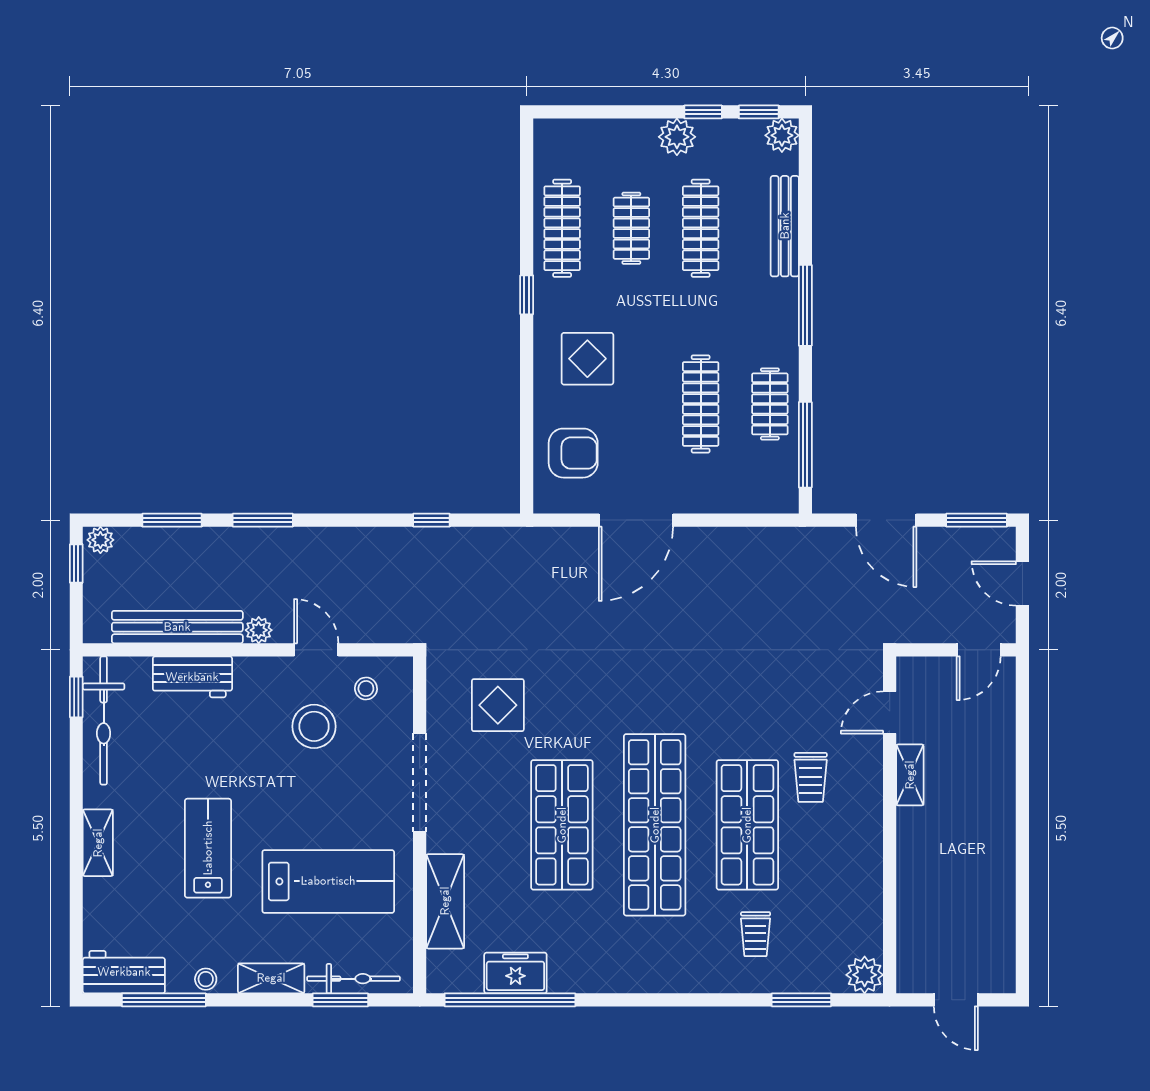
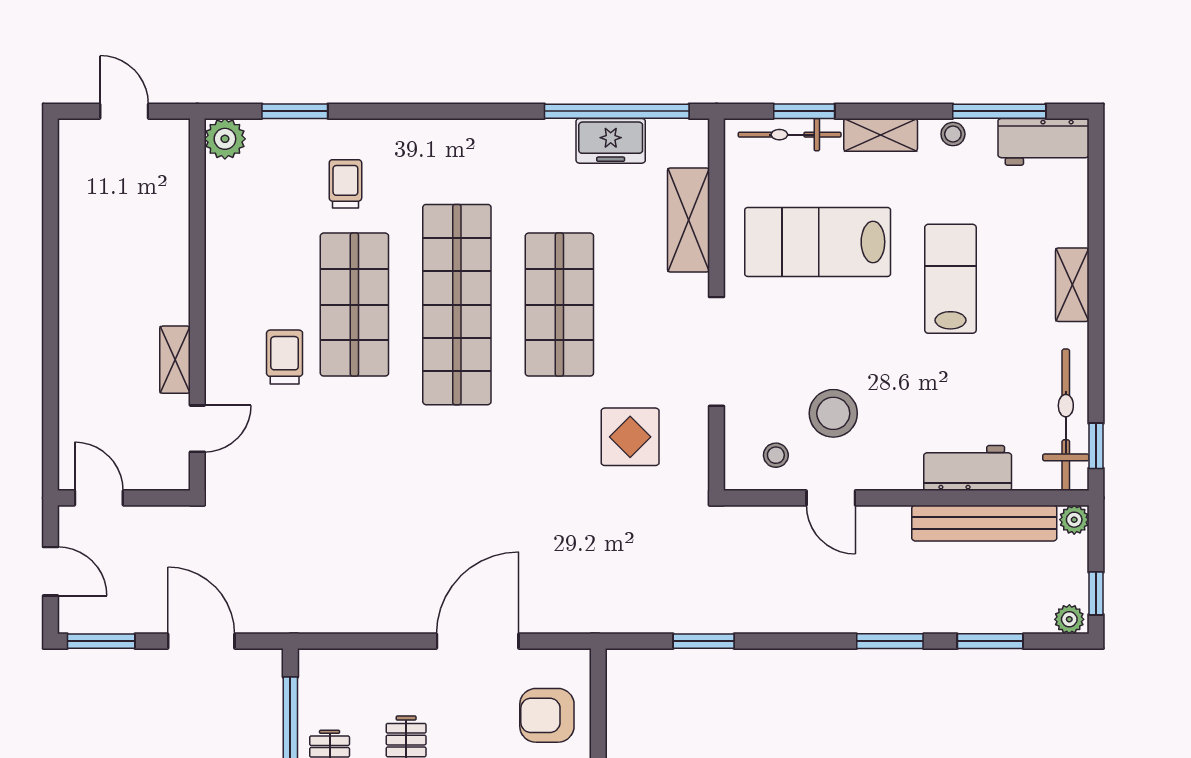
window: (431, 520) -> (704, 641), width x1.50
plant: (259, 630) -> (1074, 520), moved
door: (979, 650) -> (99, 498), hinge flipped
lab bench: (208, 848) -> (950, 279), turned 180

